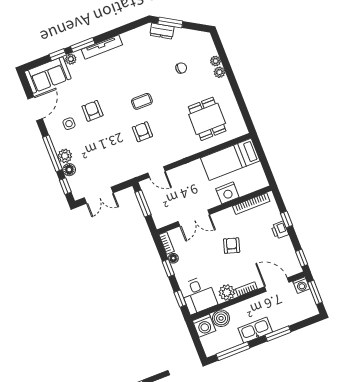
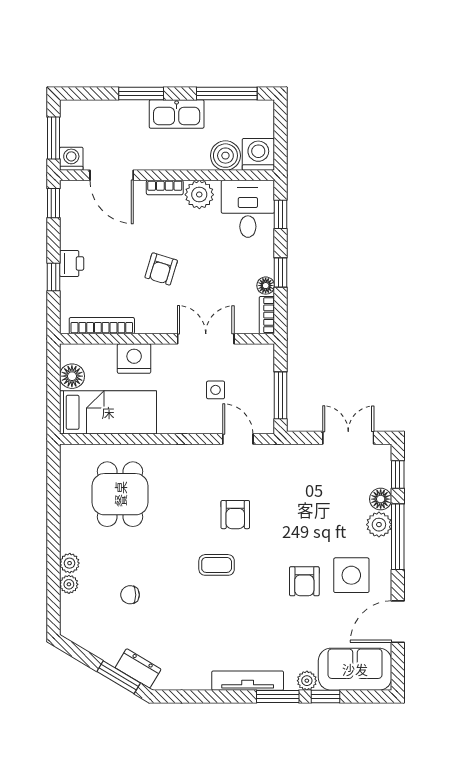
side table: (69, 124) -> (351, 575), width x1.87, depth x1.87
floor lamp: (256, 171) -> (72, 376), added
side table: (178, 193) -> (216, 390), added

